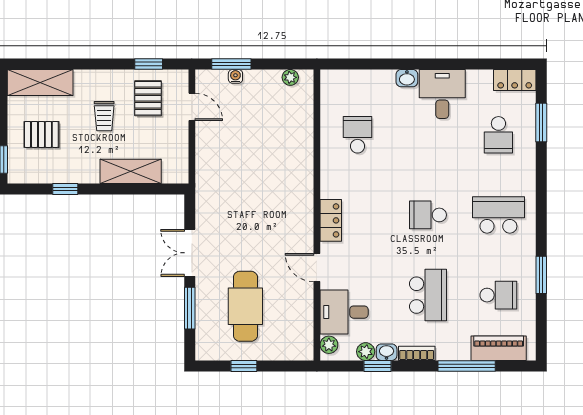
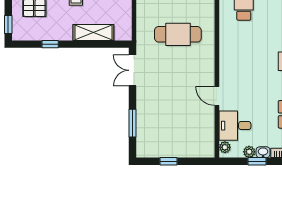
locker: (331, 220) -> (226, 65), removed
double door: (190, 253) -> (133, 70), moved
cafe table: (245, 306) -> (178, 34), moved, turned 90

